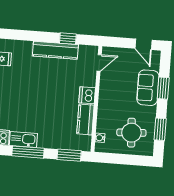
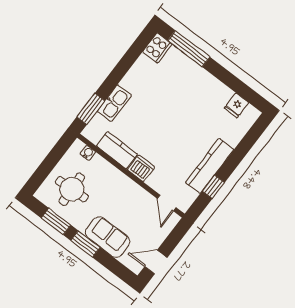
window: (163, 88) -> (85, 244), moved
kitchen sink: (23, 139) -> (114, 103), moved
window: (28, 152) -> (122, 68), removed

